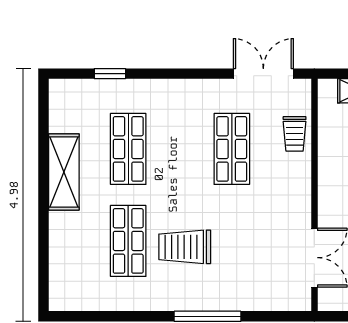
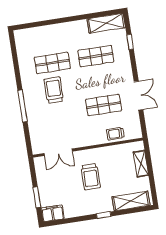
double door: (263, 74) -> (139, 96), moved
shelving: (64, 172) -> (106, 23), moved

